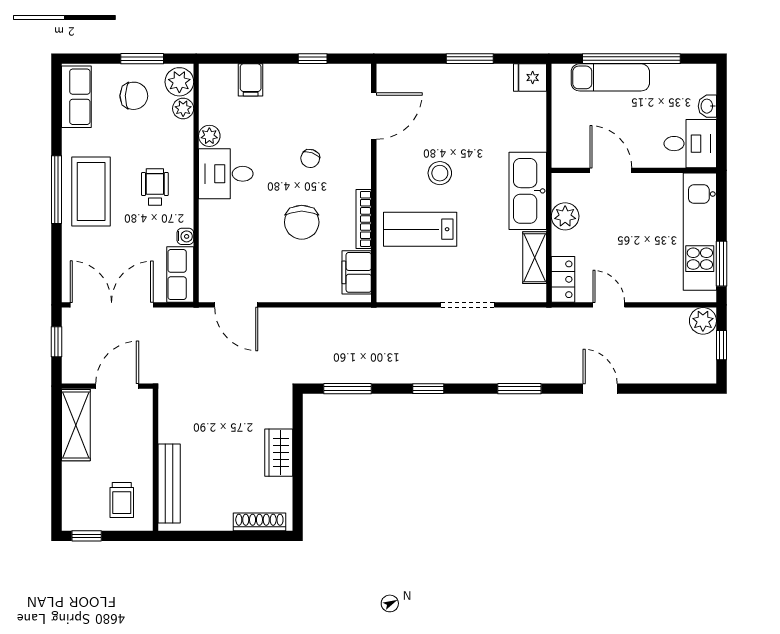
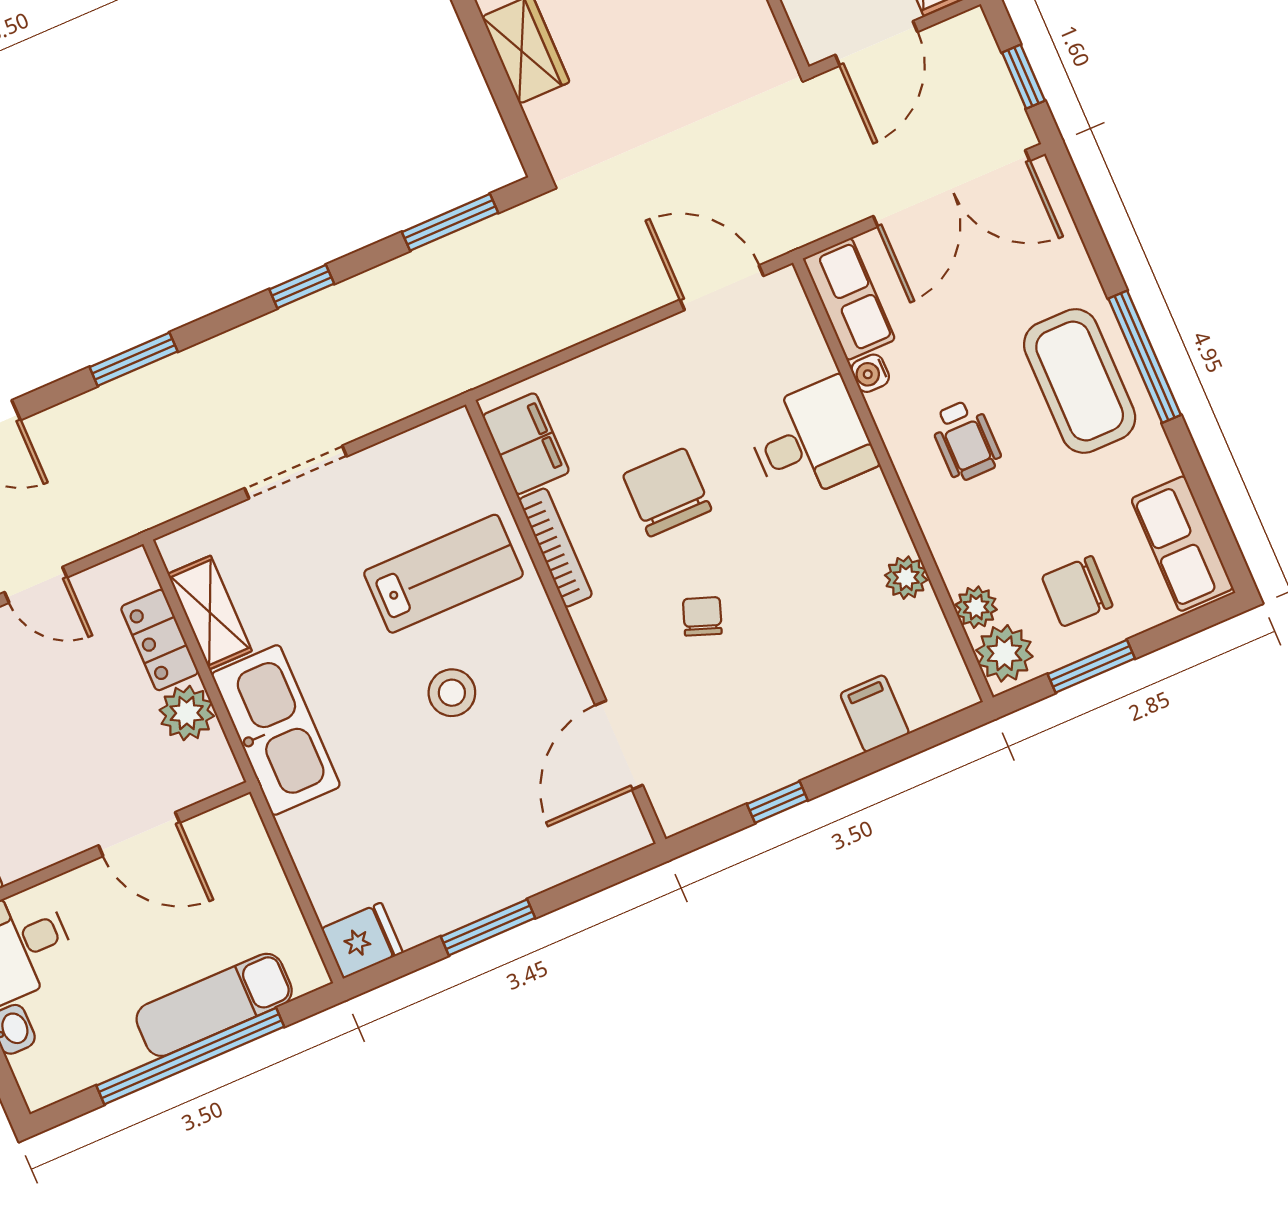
desk: (226, 174) -> (811, 440), moved
locker: (563, 279) -> (160, 640), moved

